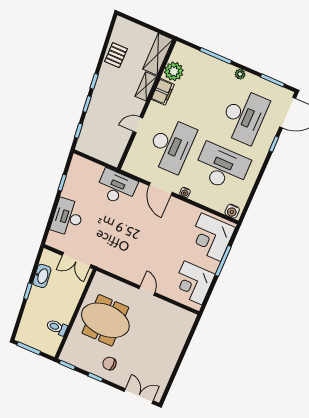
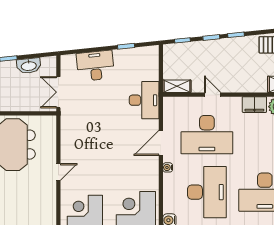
shelving: (146, 86) -> (177, 86), moved

